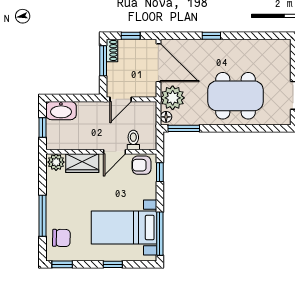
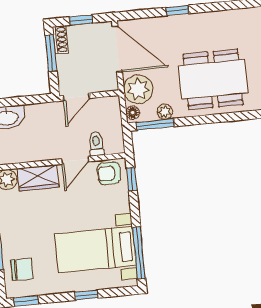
plant: (193, 119) -> (165, 112), added

